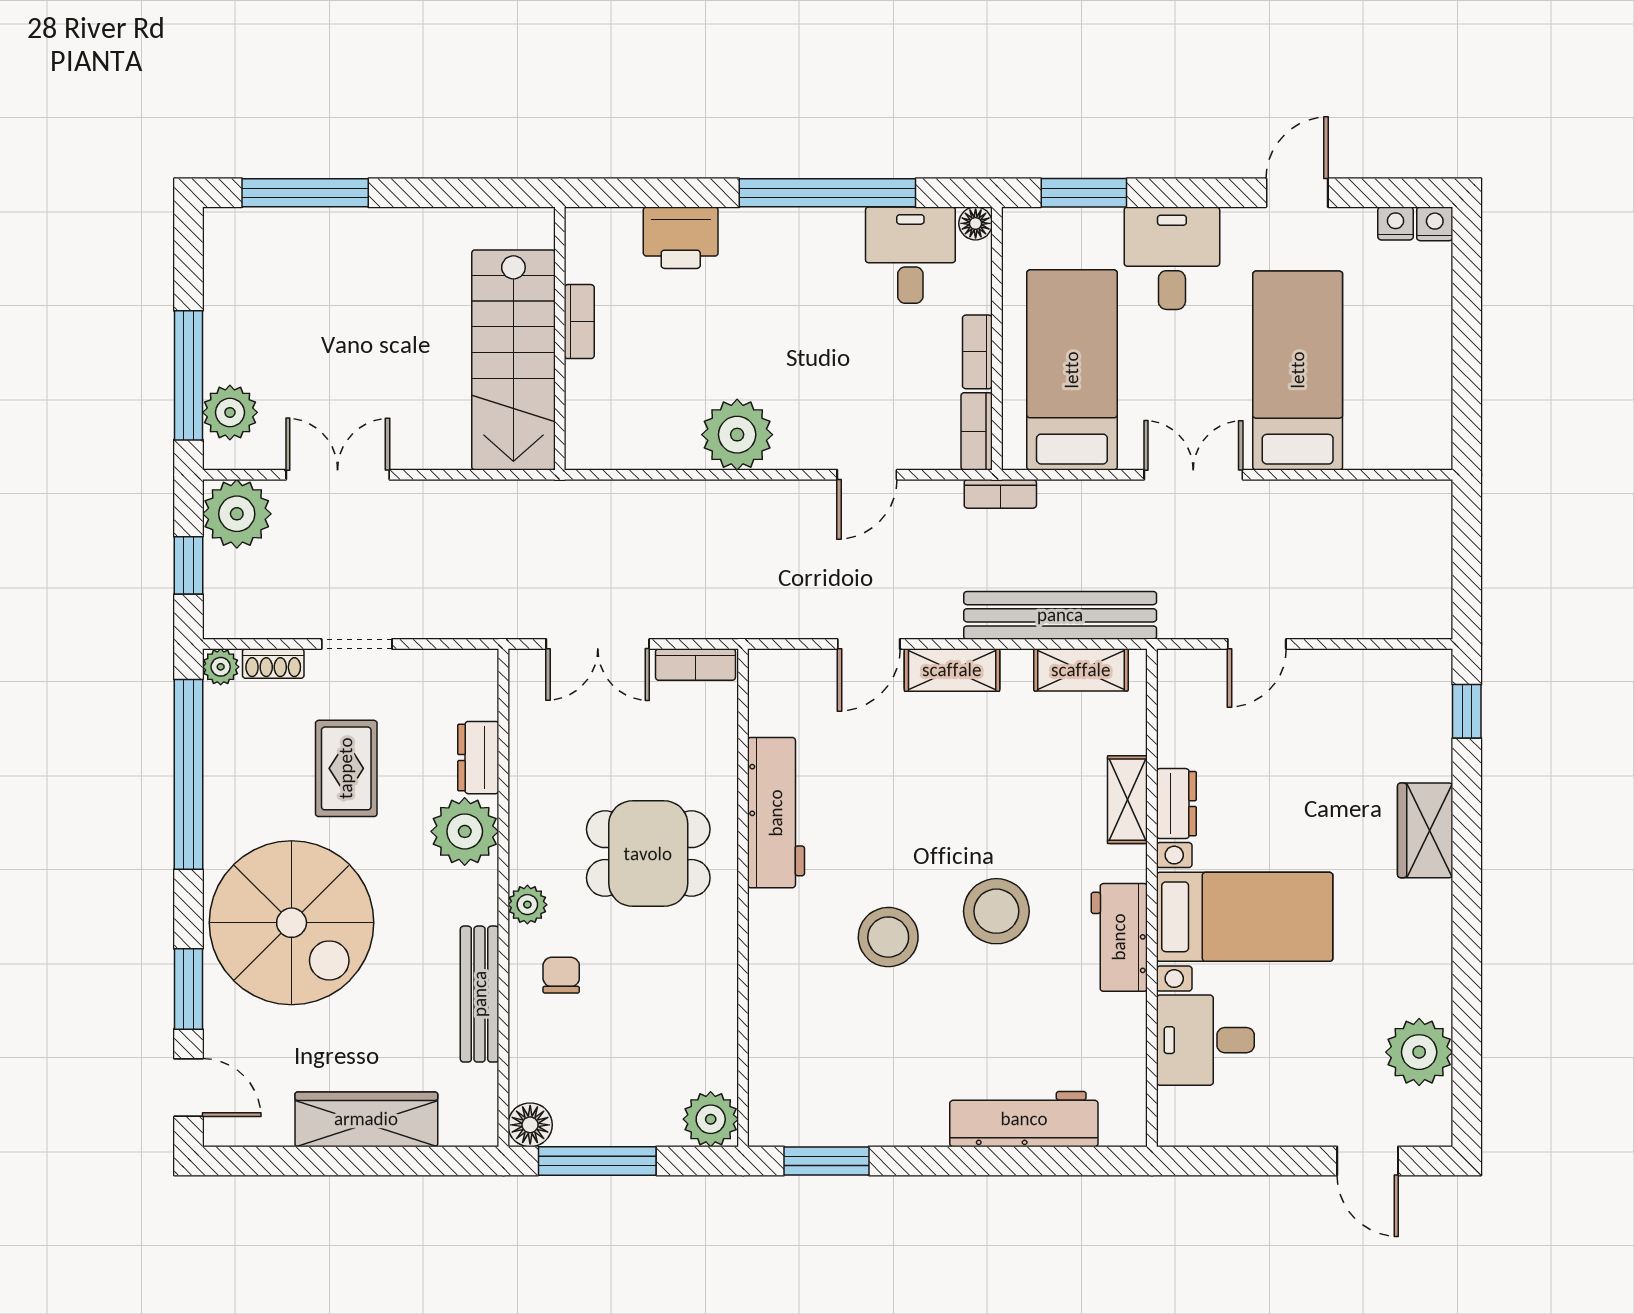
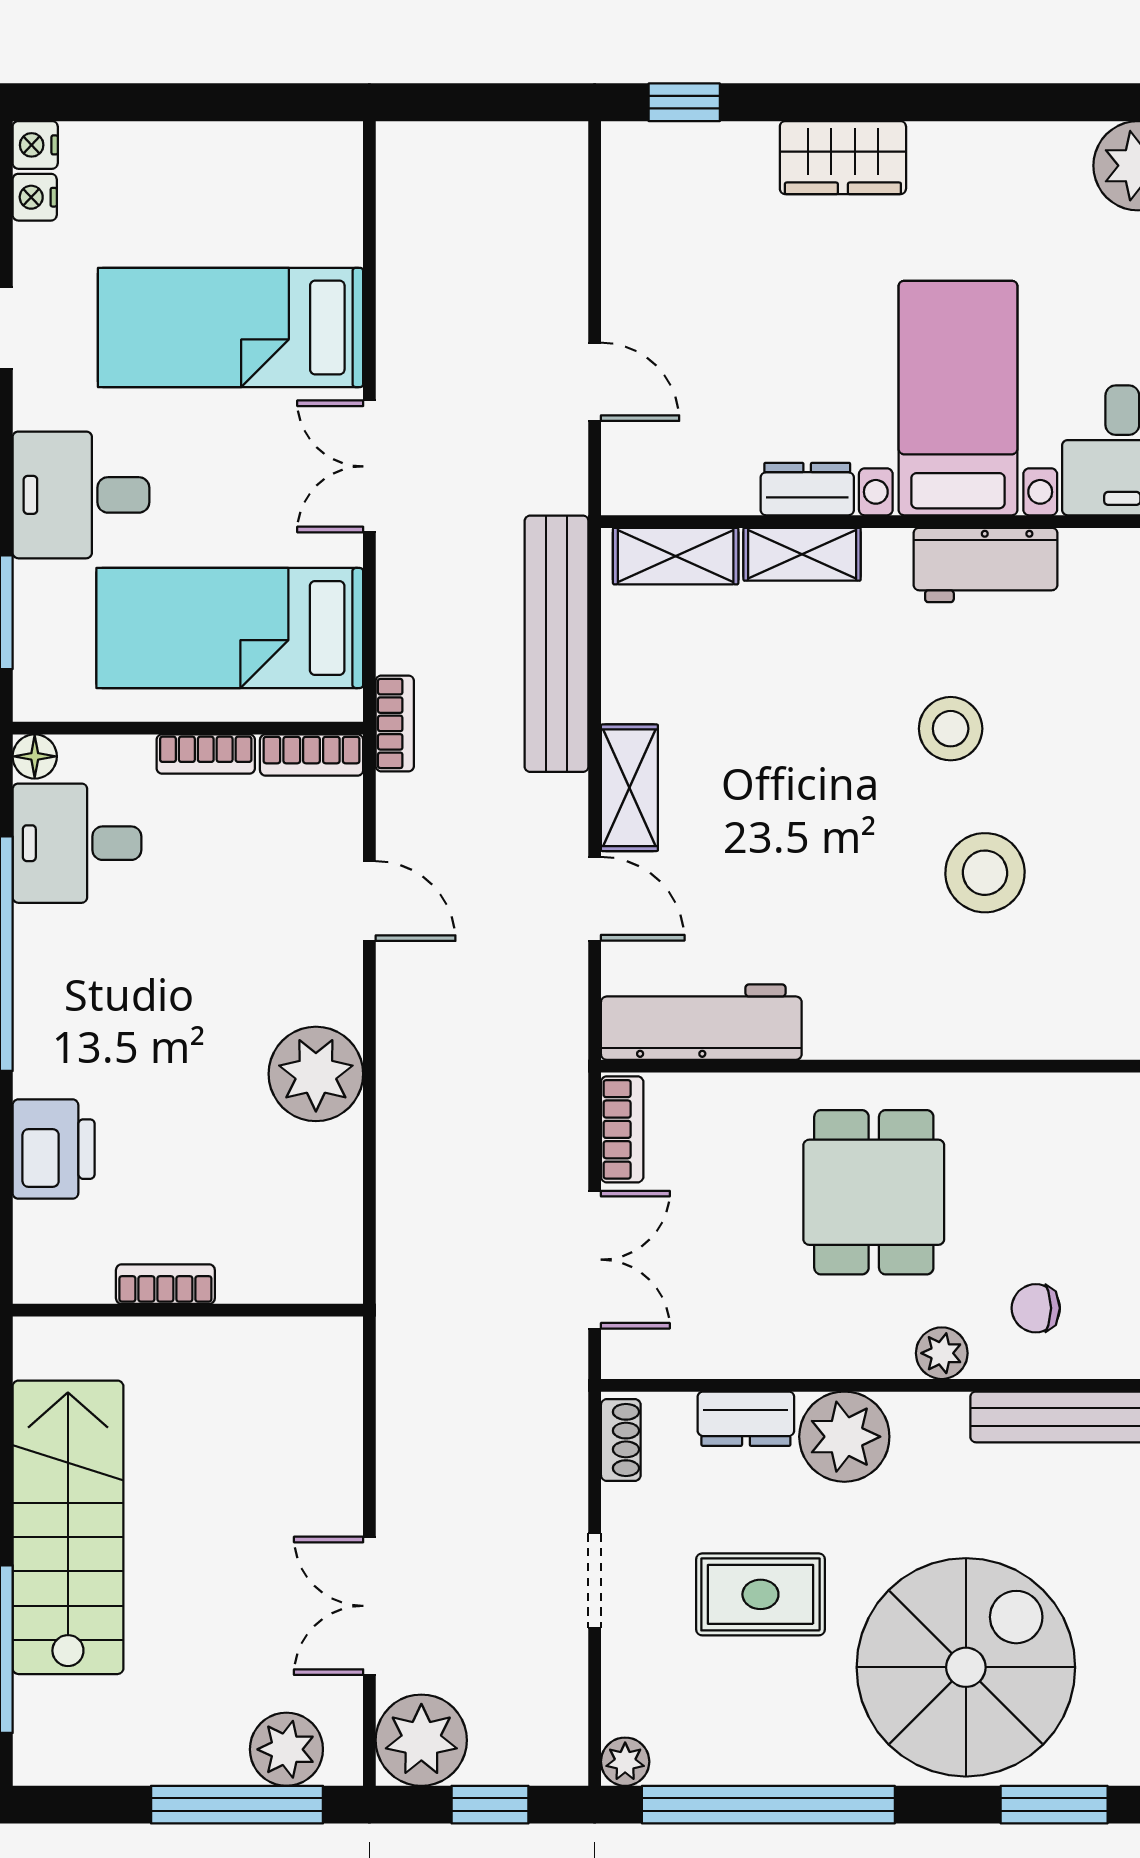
stairs: (513, 360) -> (68, 1527), moved, turned -90
shoe rack: (273, 664) -> (621, 1440), moved
shelving: (1081, 670) -> (676, 556), moved, turned 90
workbench: (776, 813) -> (701, 1022), moved
stool: (996, 911) -> (951, 729), width x0.73, depth x0.73

